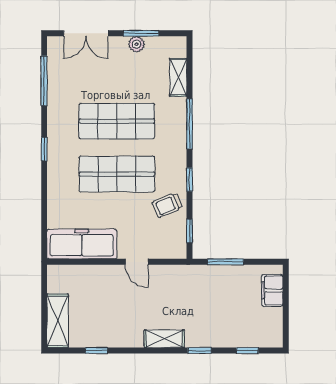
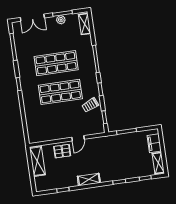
shelving: (178, 77) -> (85, 24), moved
freezer: (82, 244) -> (47, 133), removed
door: (137, 262) -> (78, 138), hinge flipped
pallet: (105, 281) -> (62, 151), added
shelving: (58, 321) -> (37, 161), moved
shelving: (274, 327) -> (158, 163), added
shelving: (164, 339) -> (89, 180), moved

